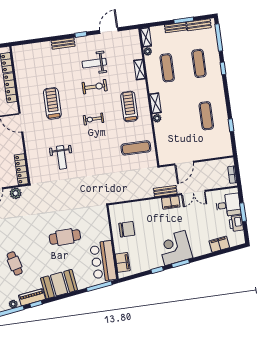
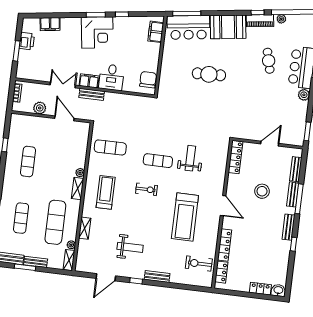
exercise mat: (167, 68) -> (55, 222), width x1.36, depth x1.45
exercise bike: (95, 87) -> (199, 264), moved
treadmill: (52, 103) -> (185, 217), width x1.37, depth x1.37
treadmill: (129, 107) -> (106, 192), turned 180
exercise mat: (90, 147) -> (158, 161), added
door: (184, 163) -> (64, 118), hinge flipped
plant: (16, 193) -> (40, 108), moved
desk: (228, 205) -> (111, 77), moved, turned -90
chair: (127, 229) -> (148, 80), moved, turned 90
bar counter: (103, 261) -> (188, 27), moved, turned 82

